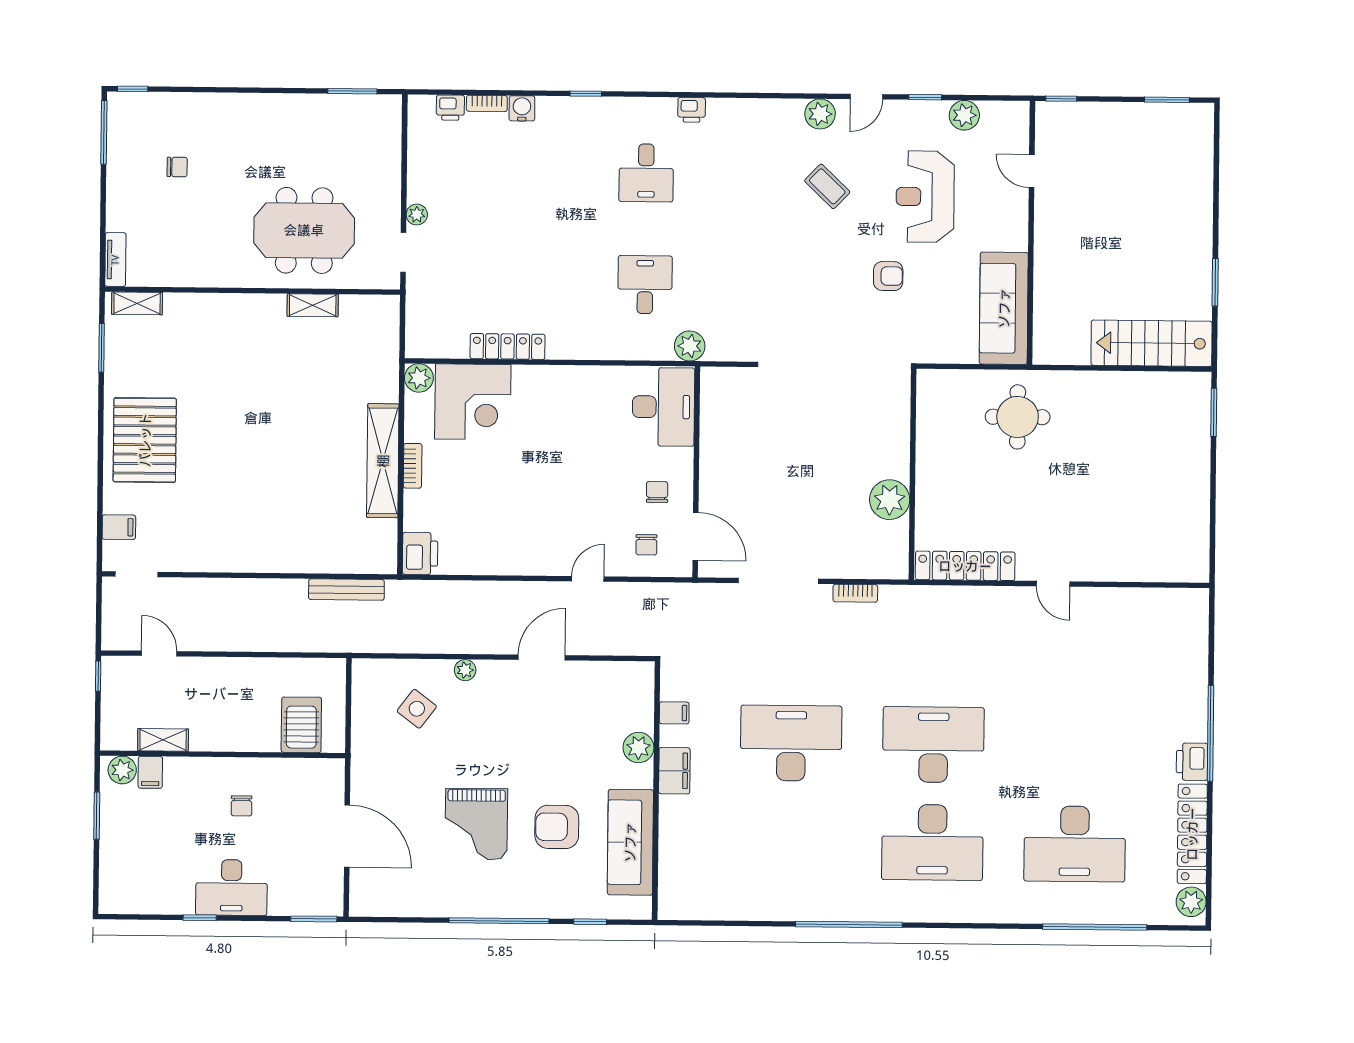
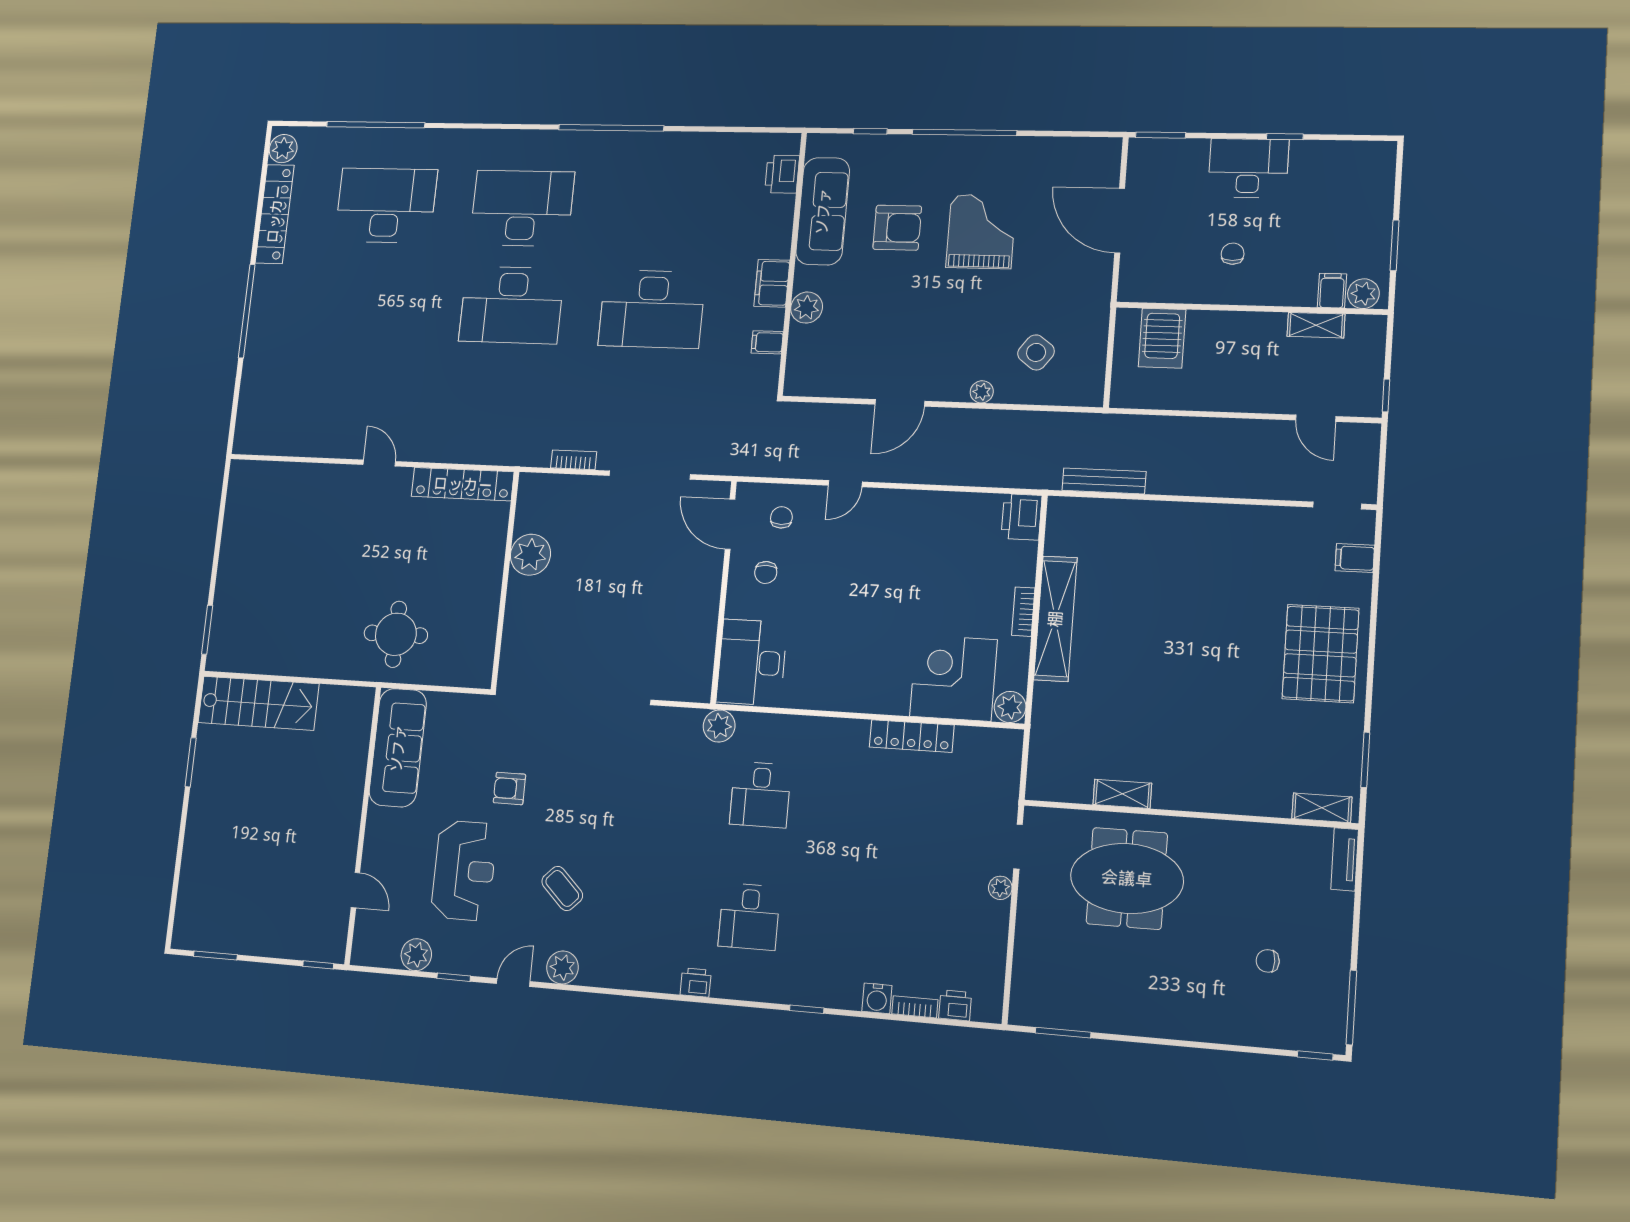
desk: (646, 173) -> (749, 917), turned 180
printer: (1192, 762) -> (782, 174), moved, turned 180

